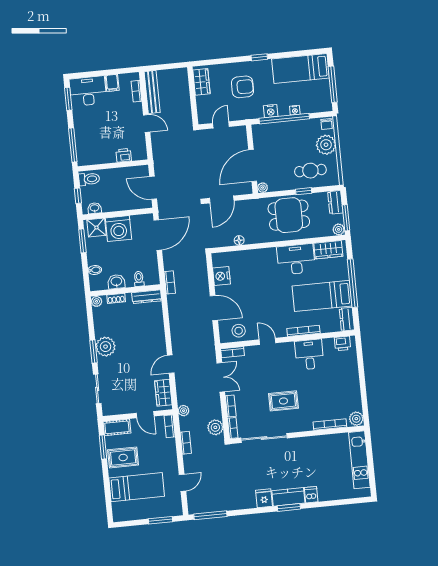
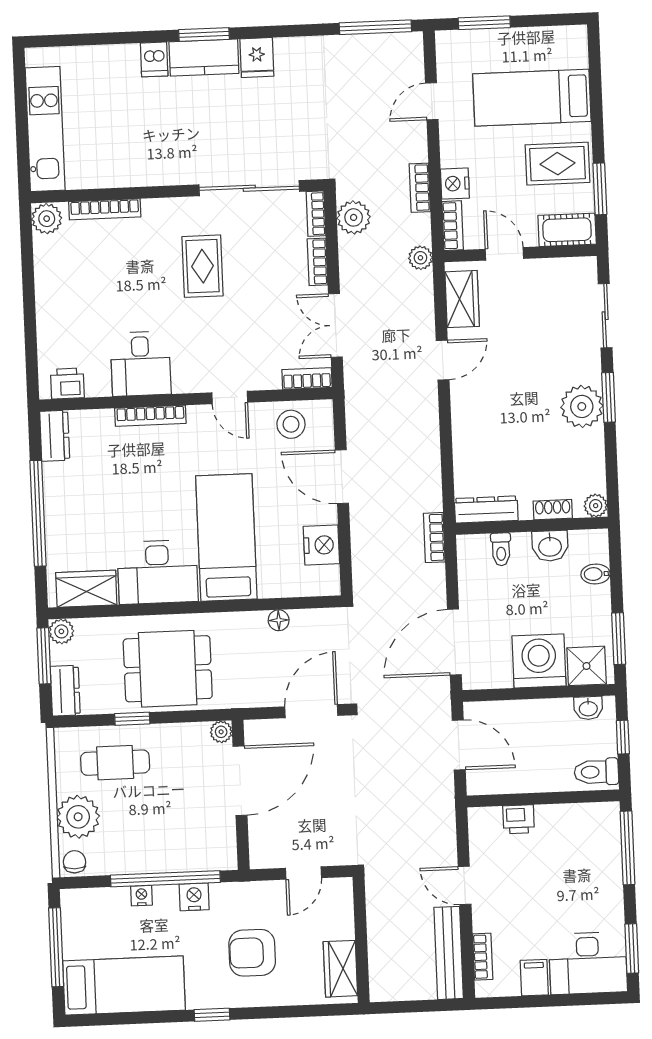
bed: (322, 296) -> (226, 537), moved, turned -90
rug: (283, 401) -> (203, 266), turned 90
nightstand: (170, 446) -> (455, 184), added

